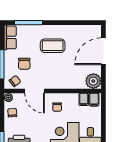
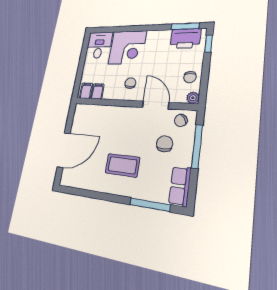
plant: (93, 81) -> (82, 113), removed

